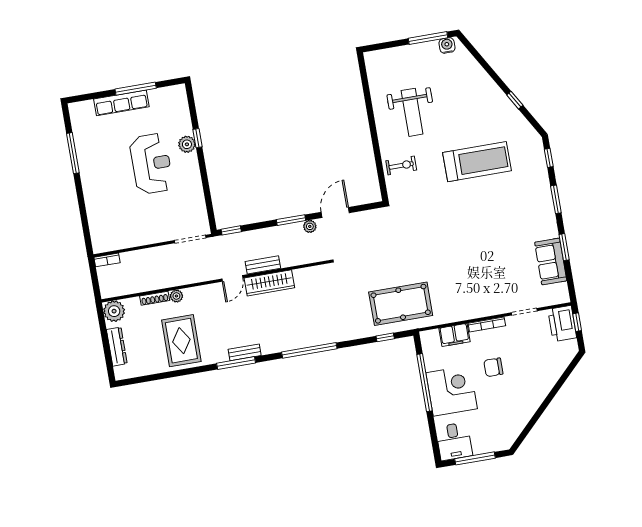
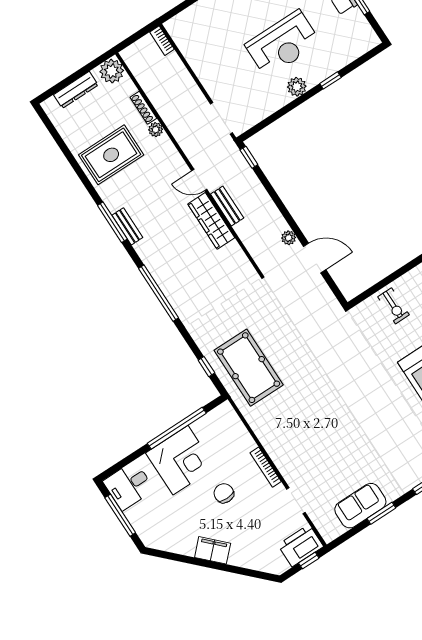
plant: (187, 144) -> (297, 87), moved
window: (291, 220) -> (287, 215), removed
filing cabinet: (454, 335) -> (213, 550), moved, turned 135

